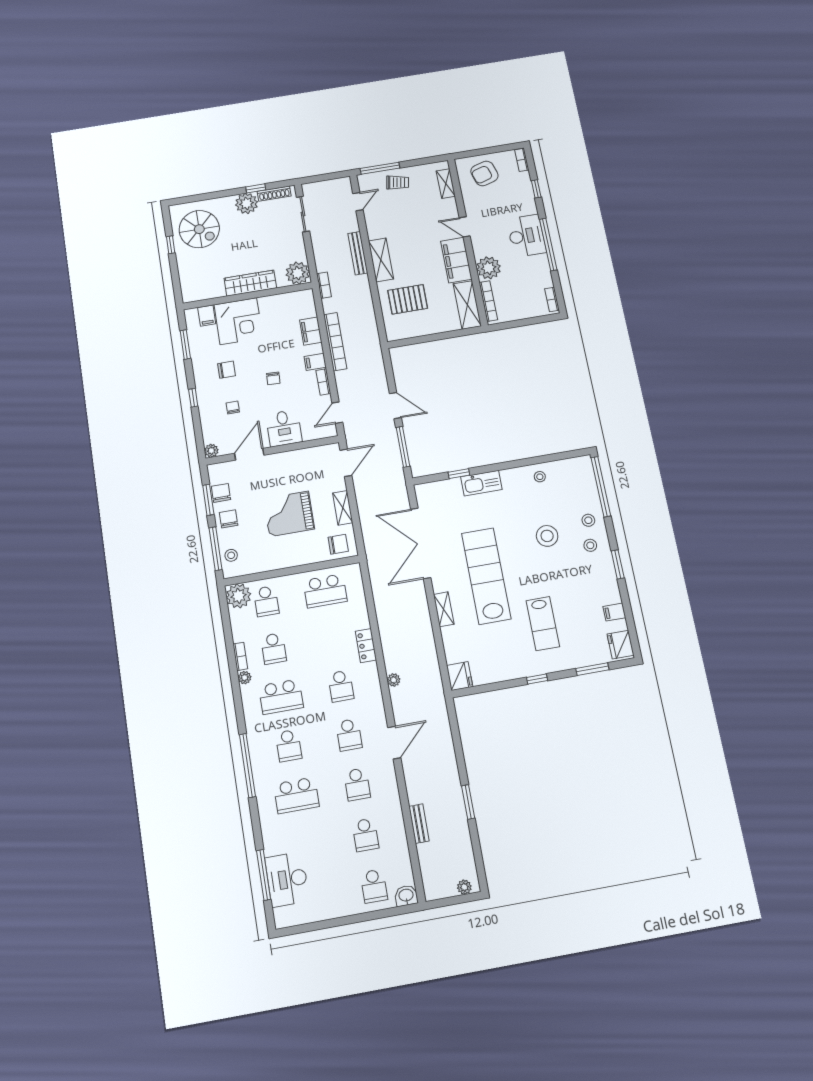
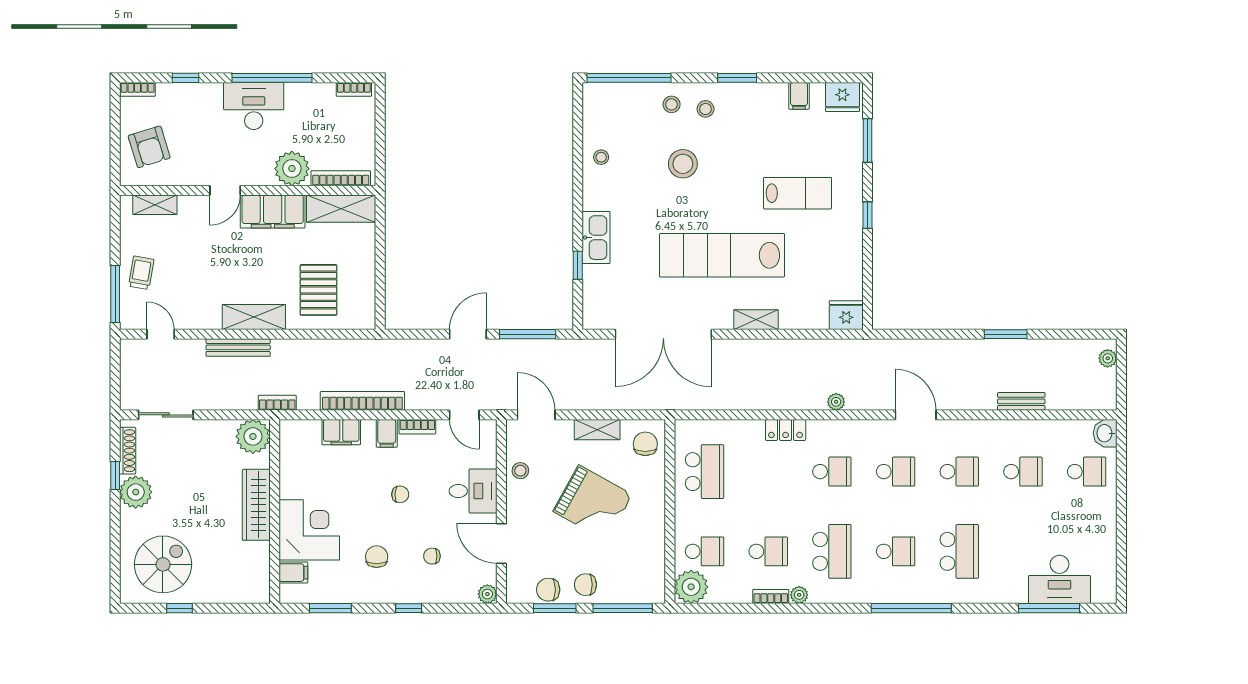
grand piano: (289, 514) -> (593, 503), turned -61
stool: (231, 555) -> (520, 471), moved

